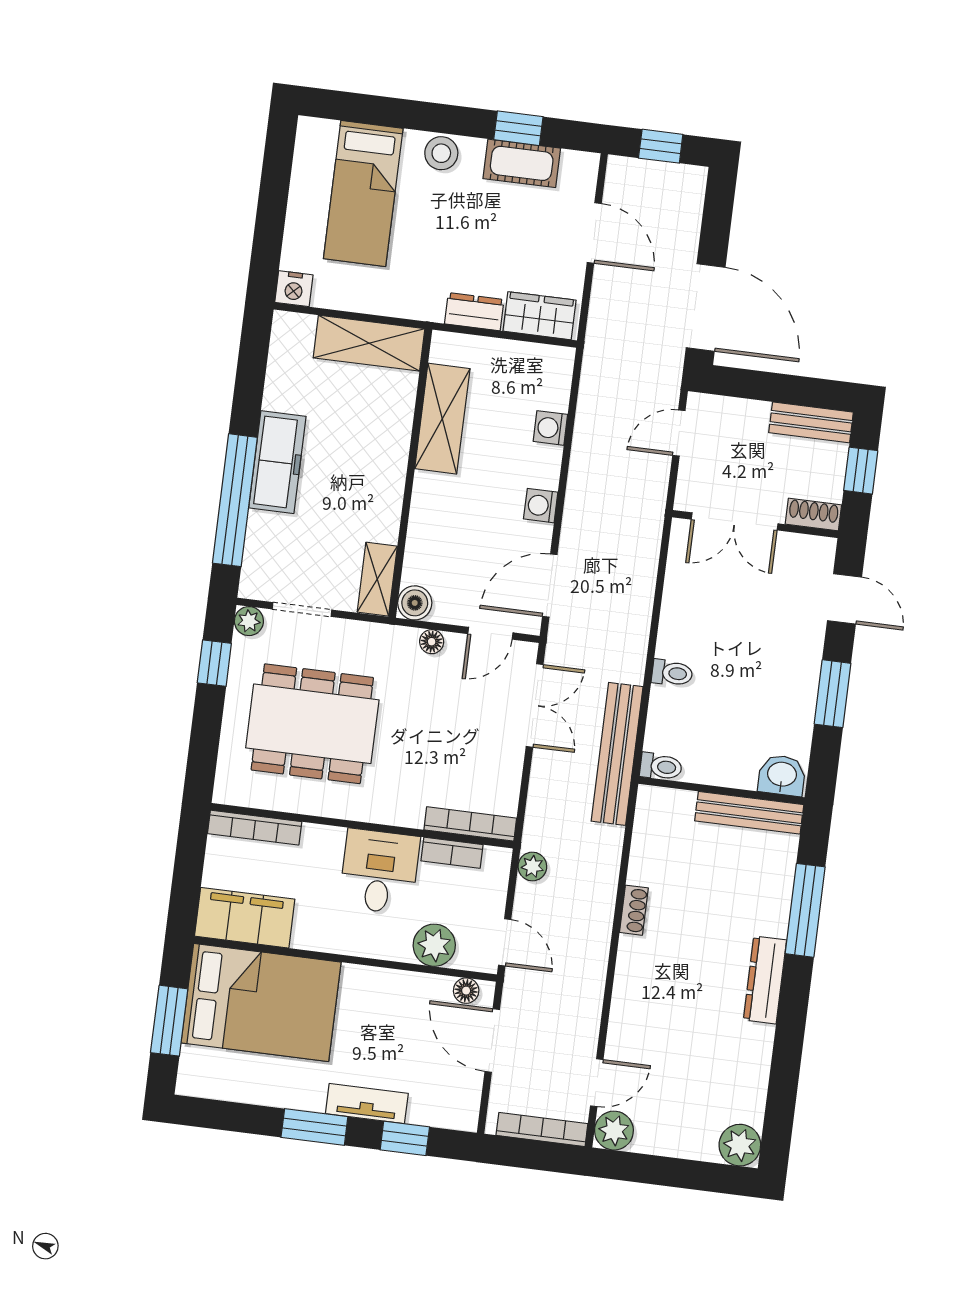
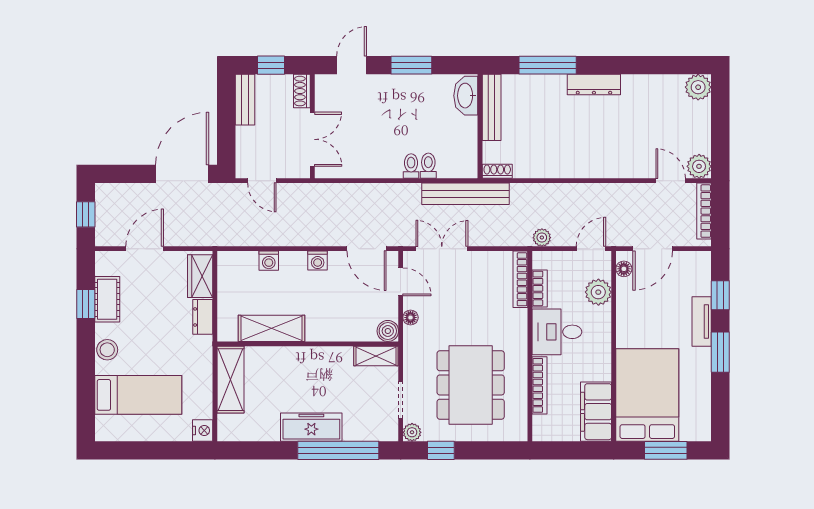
toilet: (661, 767) -> (428, 166), moved
washbasin: (782, 775) -> (466, 96), width x1.38
bookcase: (255, 828) -> (539, 385), moved
shoe rack: (634, 910) -> (497, 171), moved

